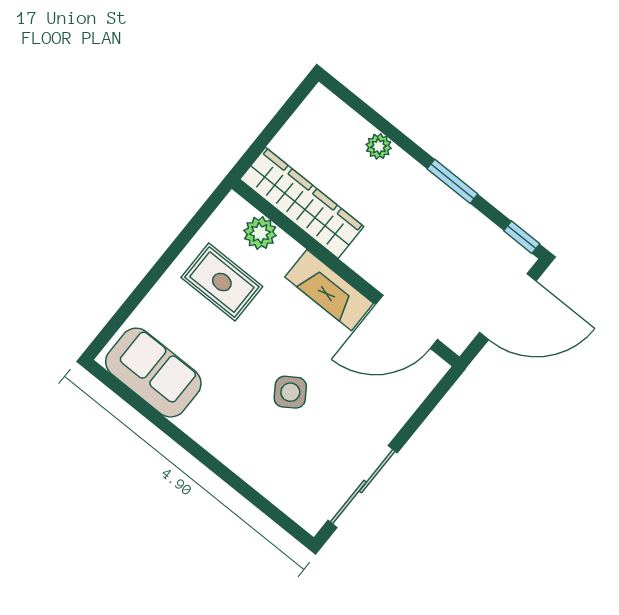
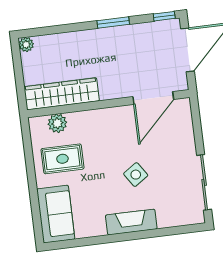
plant: (379, 146) -> (26, 45), moved
fireplace: (329, 290) -> (131, 222), moved, turned 180
sofa: (153, 373) -> (56, 214), moved, turned 90

